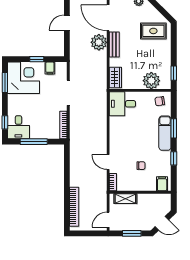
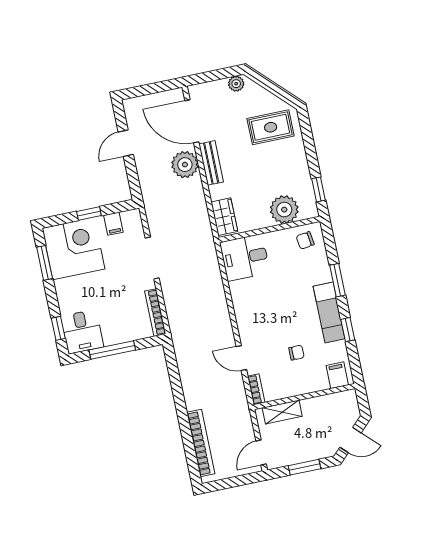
exam couch: (165, 133) -> (329, 312), moved

